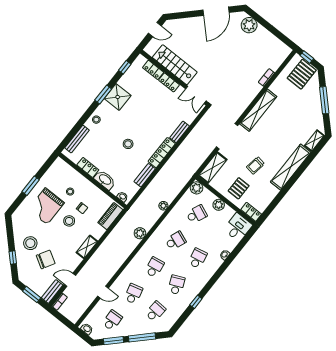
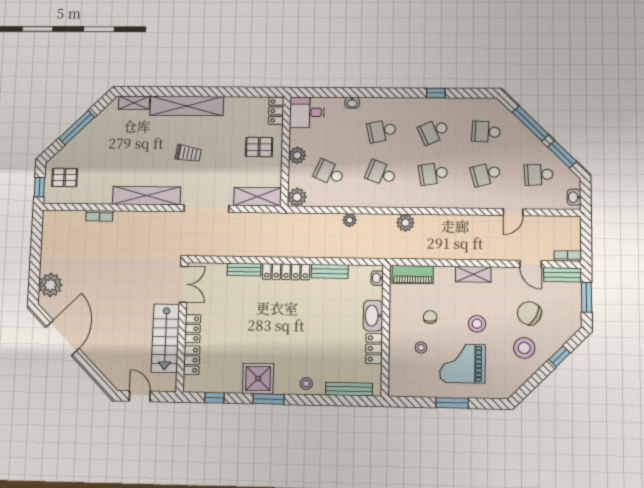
door: (216, 11) -> (62, 338), hinge flipped
pallet: (302, 74) -> (65, 177), width x0.67, depth x0.71
stool: (128, 144) -> (307, 321), removed
trolley: (255, 165) -> (188, 153), moved
grand piano: (46, 206) -> (462, 364), turned 180
stool: (69, 221) -> (477, 324), moved
door: (103, 292) -> (513, 212), swing flipped

